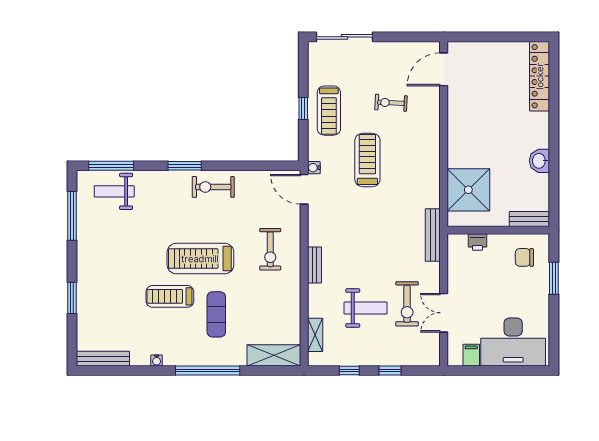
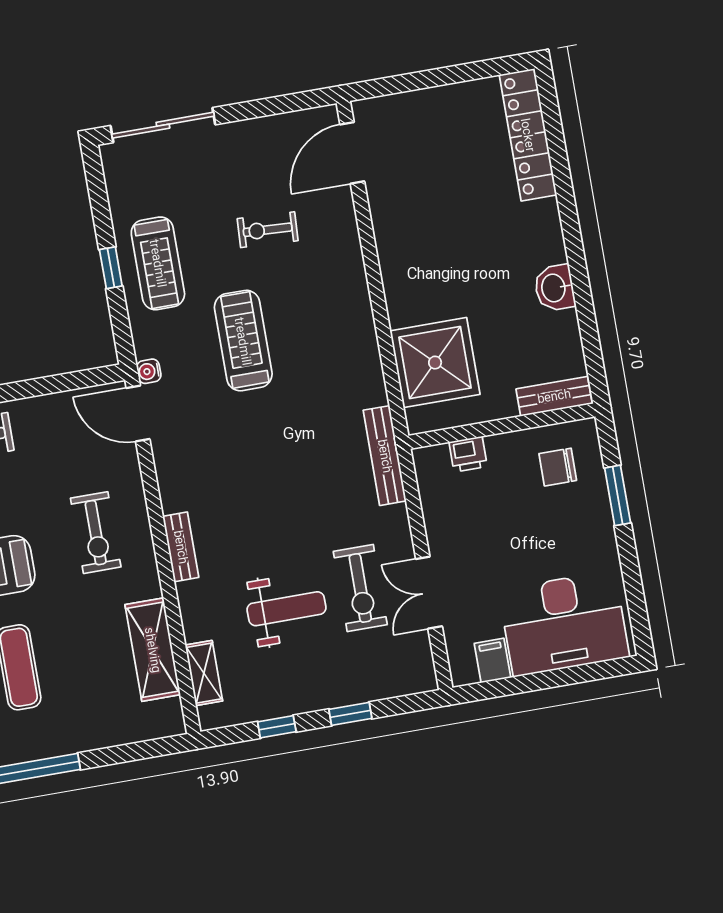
shelving: (274, 355) -> (153, 650), moved, turned 90

